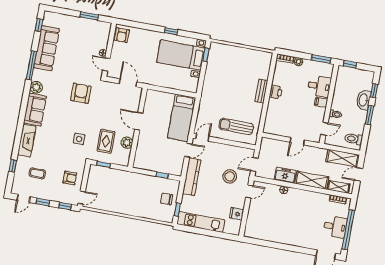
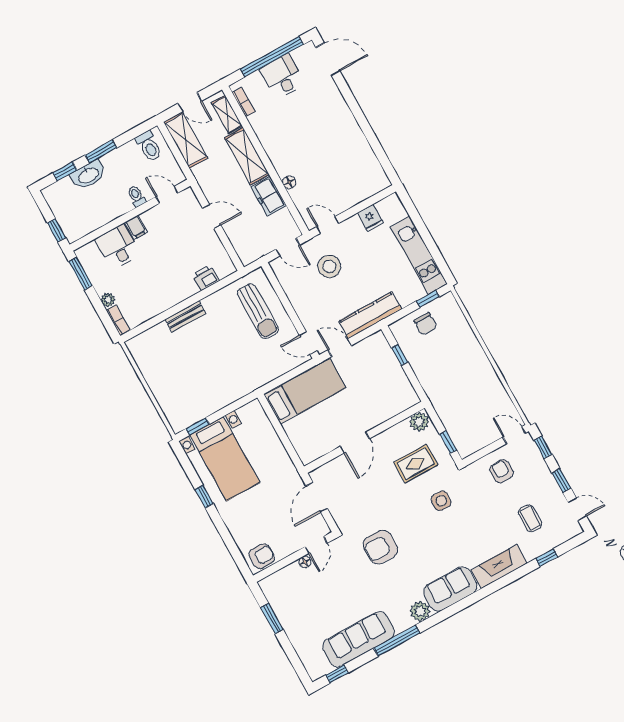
printer: (276, 92) -> (206, 278), moved
plant: (127, 143) -> (419, 422), moved

